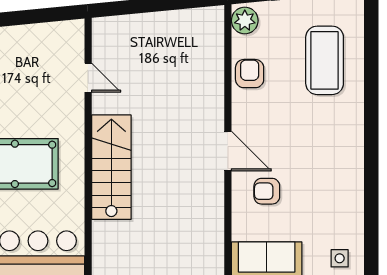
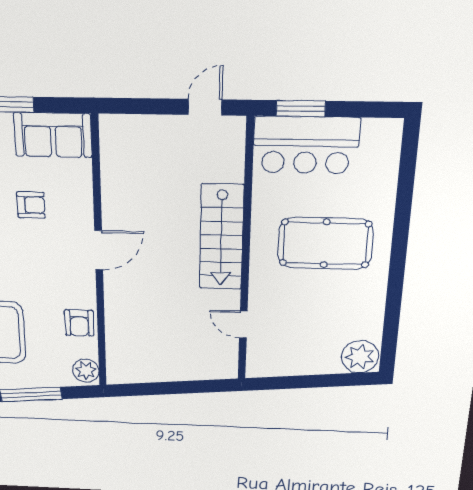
door: (228, 151) -> (99, 250), swing flipped
armchair: (267, 191) -> (31, 205), moved

